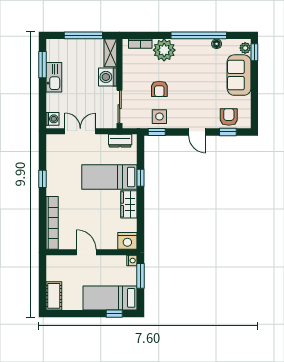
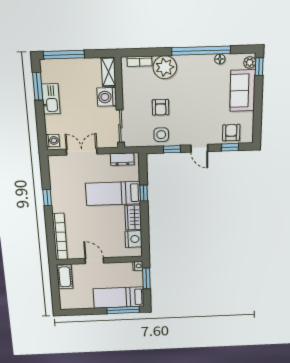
window: (83, 35) -> (64, 55), moved
window: (157, 132) -> (172, 149), moved
nightstand: (127, 241) -> (134, 239), moved, turned -90
cot: (54, 296) -> (65, 277), moved
window: (114, 314) -> (123, 310), width x2.17

